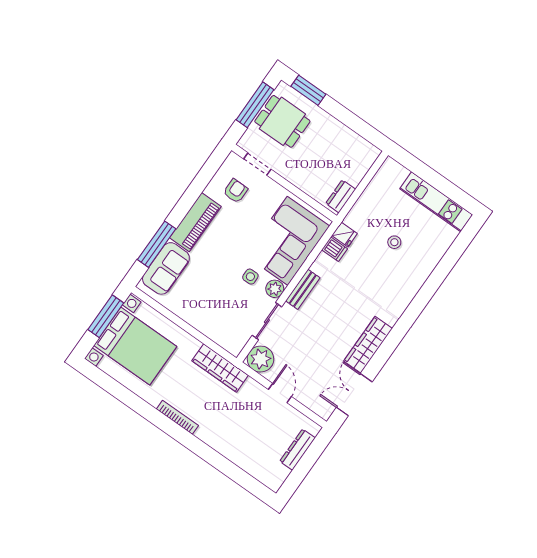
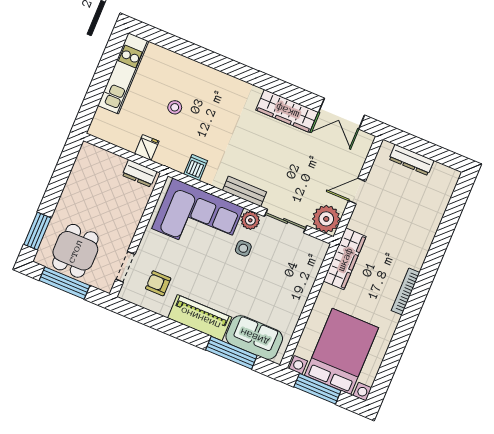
fridge: (344, 234) -> (147, 148), moved

